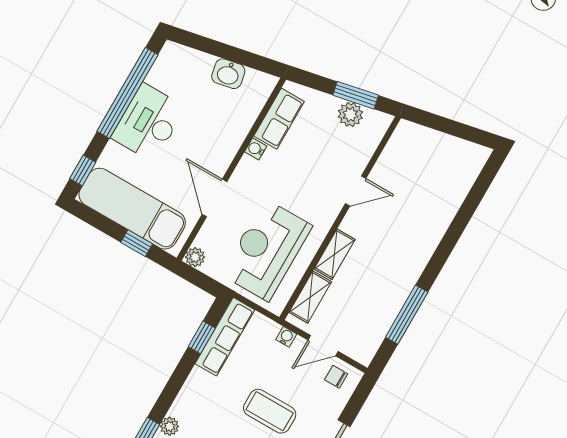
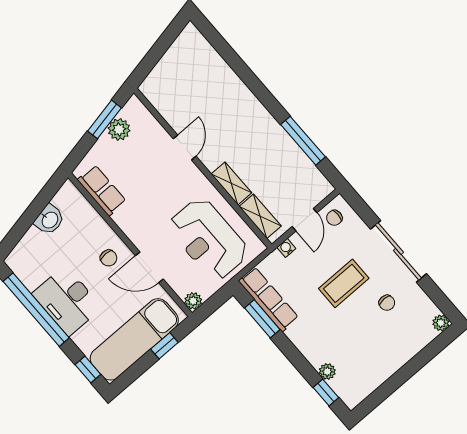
water cooler: (256, 149) -> (120, 219), removed
chair: (209, 151) -> (109, 258), added
window: (202, 337) -> (262, 319), width x1.50

